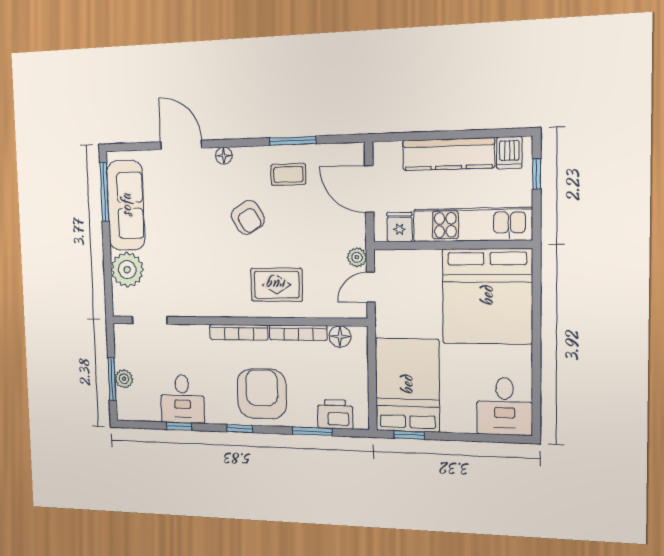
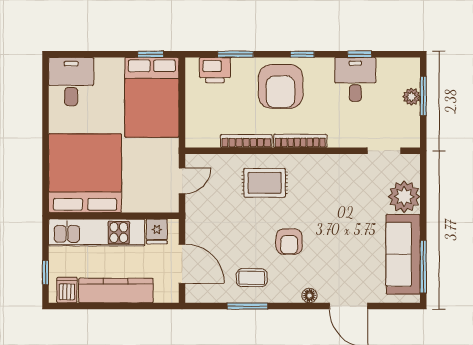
armchair: (248, 217) -> (289, 242), turned -149
plant: (357, 257) -> (193, 206), removed
floor lamp: (340, 337) -> (209, 138), removed

